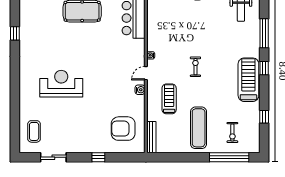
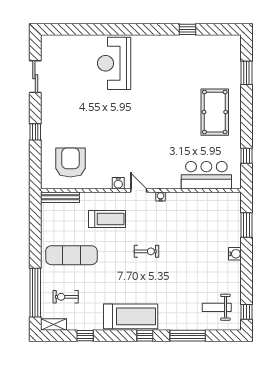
reception desk: (61, 84) -> (114, 63), moved, turned 180
coffee table: (34, 131) -> (67, 53), removed
shelving: (255, 142) -> (54, 325), added

